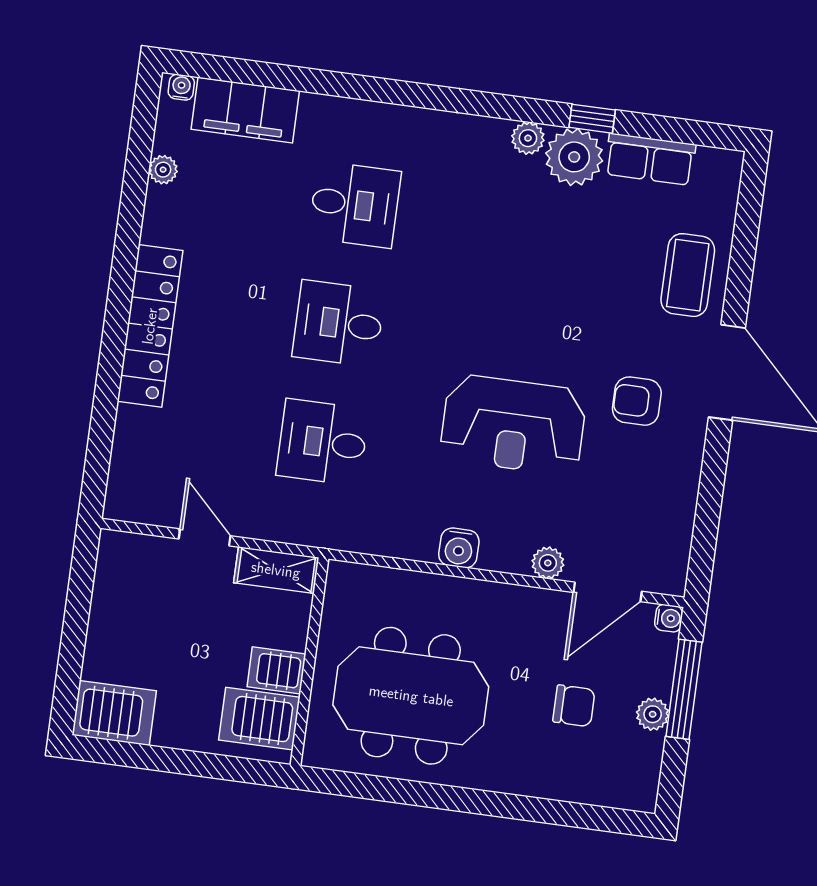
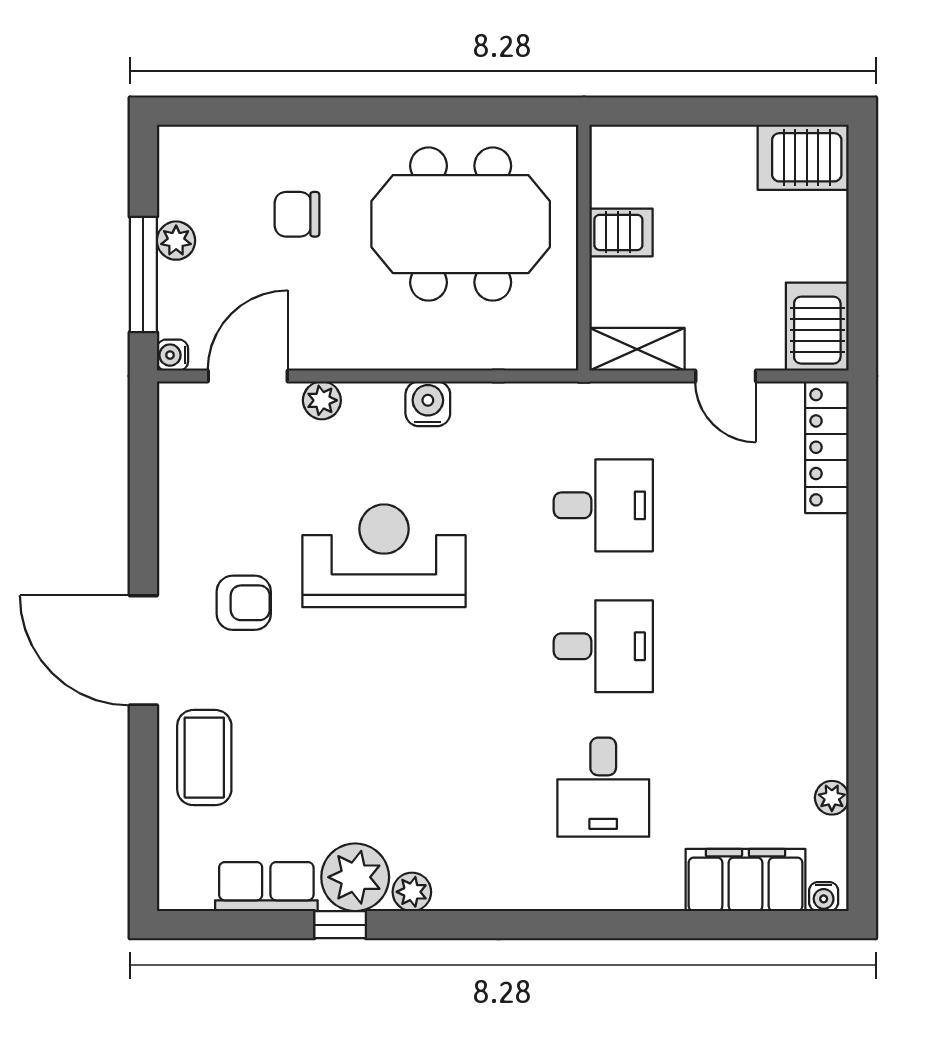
desk: (355, 205) -> (603, 787), turned -90
locker: (150, 326) -> (827, 447), moved, width x0.71, depth x0.83
chair: (574, 706) -> (297, 214), moved
server rack: (259, 719) -> (817, 327), moved, turned -90

